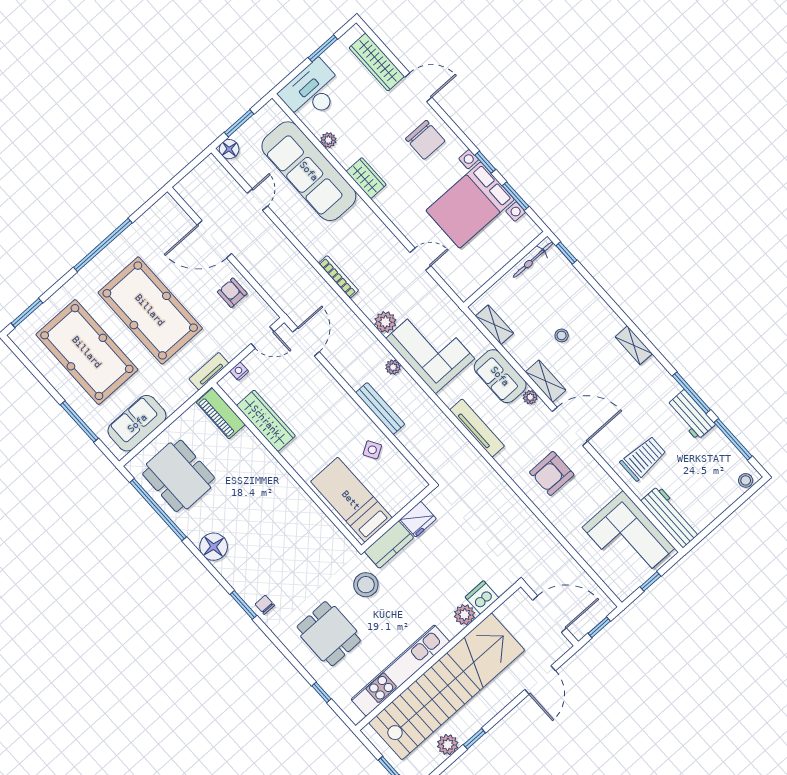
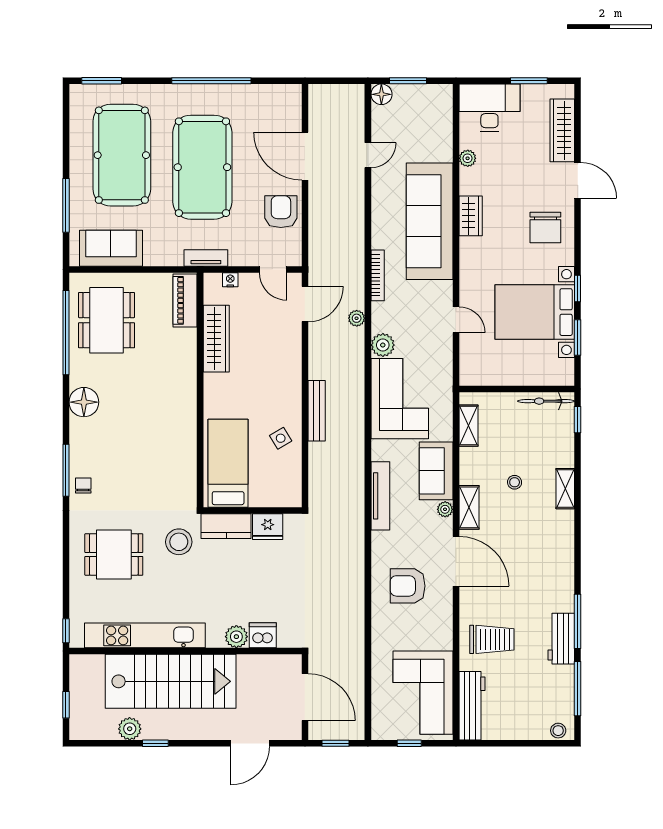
sofa: (309, 171) -> (430, 221), moved
armchair: (232, 293) -> (281, 212), width x1.38, depth x1.38
shelving: (634, 345) -> (565, 489), moved
plant: (393, 367) -> (357, 318), moved
window: (243, 605) -> (66, 470), width x1.44
dining table: (329, 634) -> (114, 554), turned 90
stairs: (447, 686) -> (171, 681), width x0.73
window: (322, 692) -> (66, 631), moved

